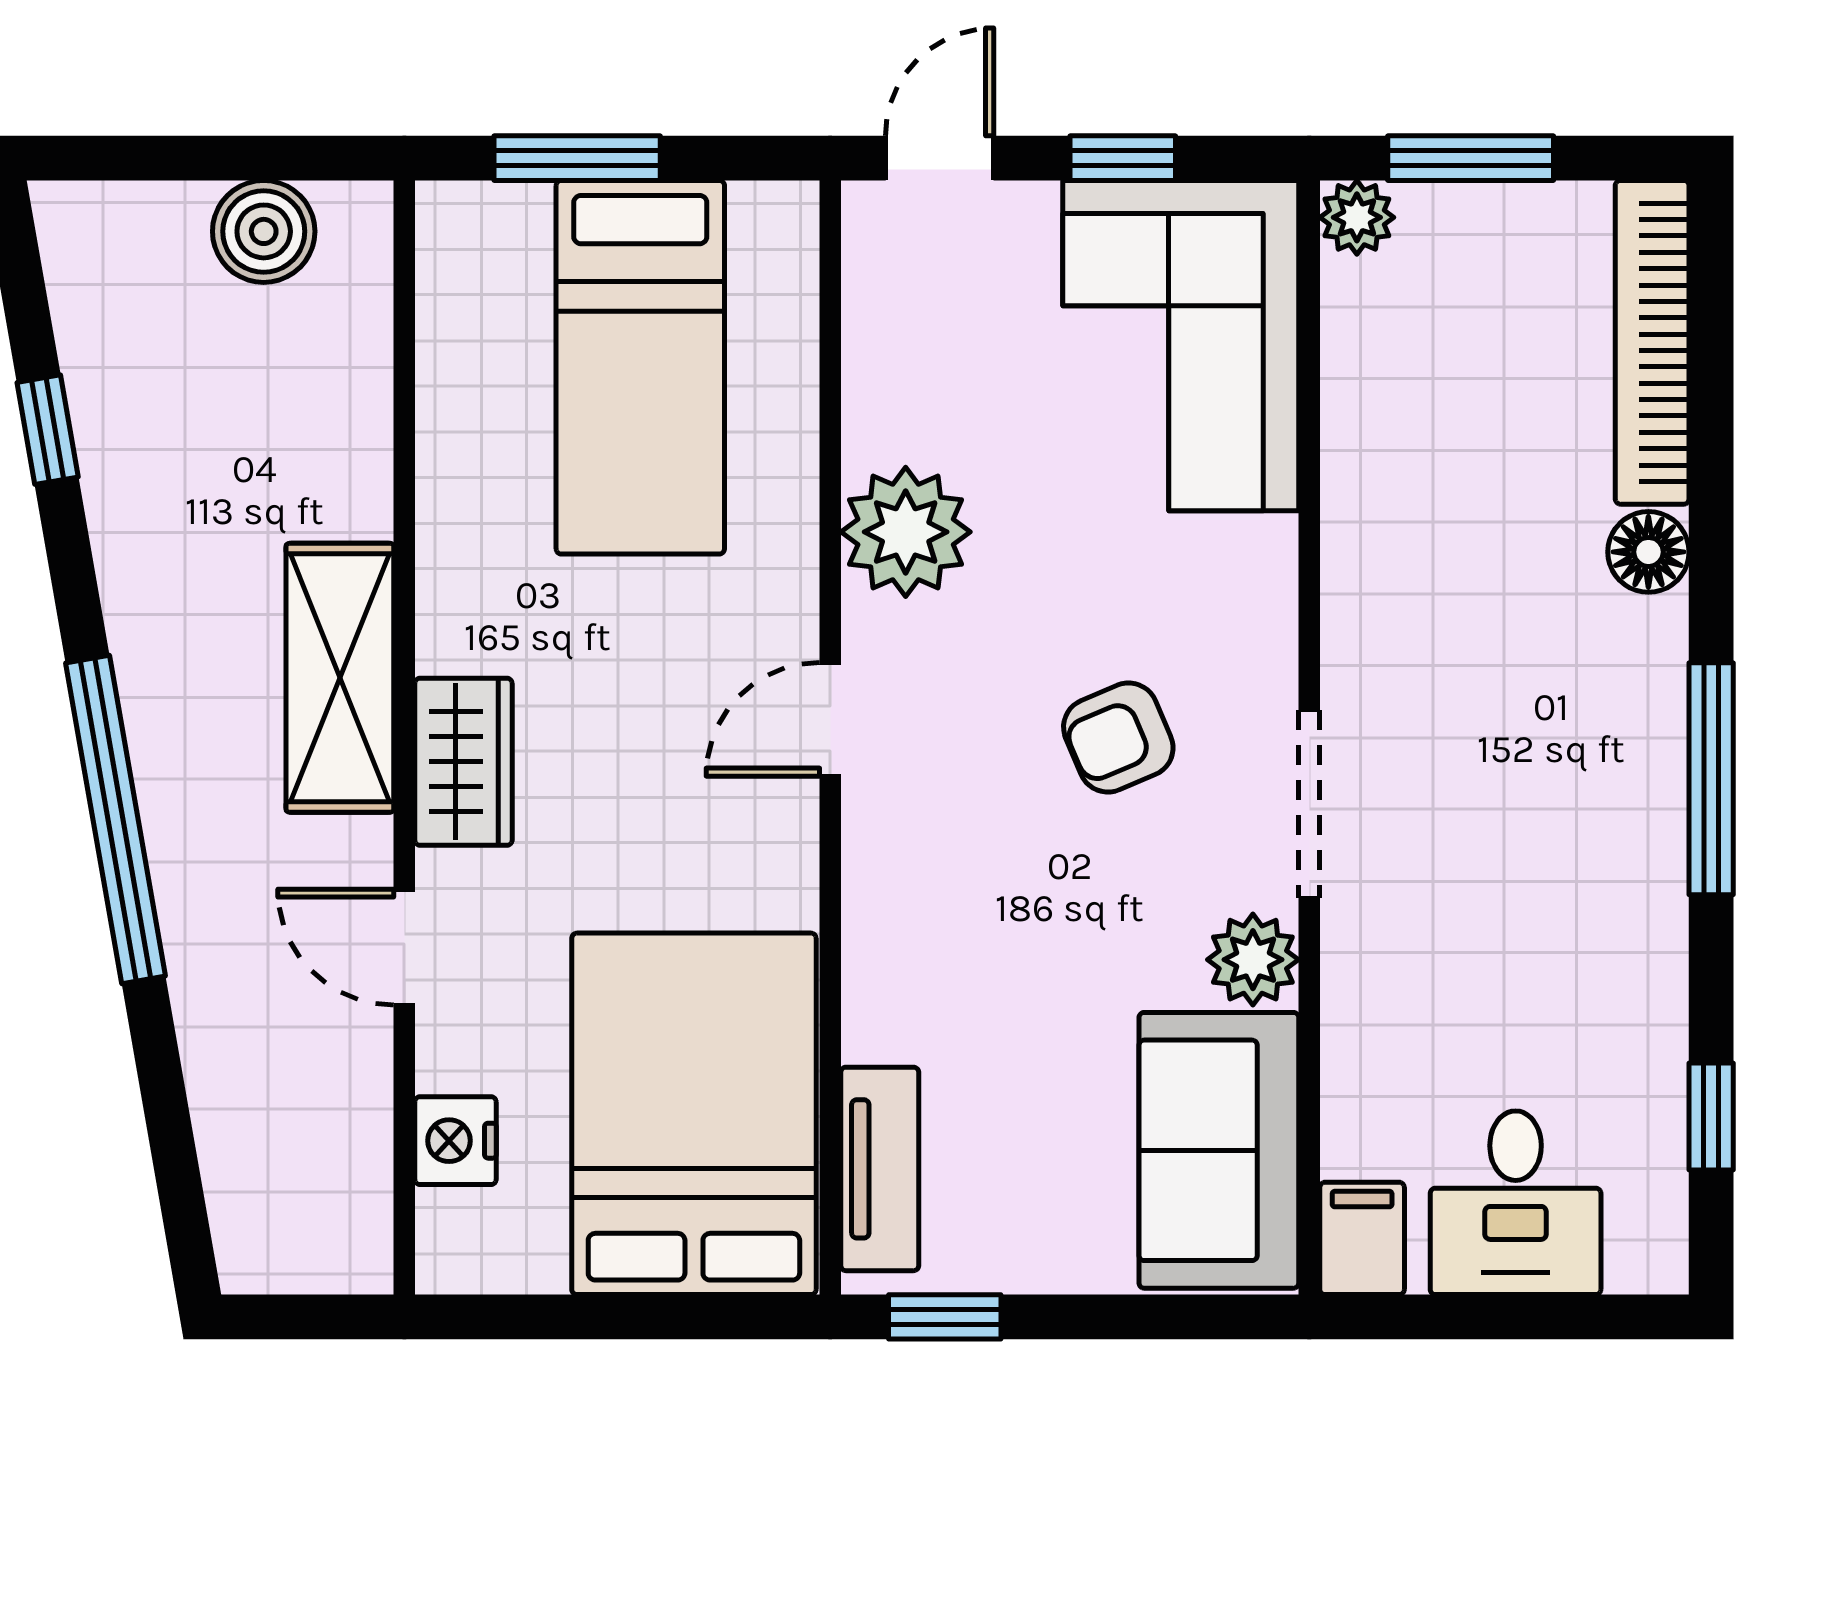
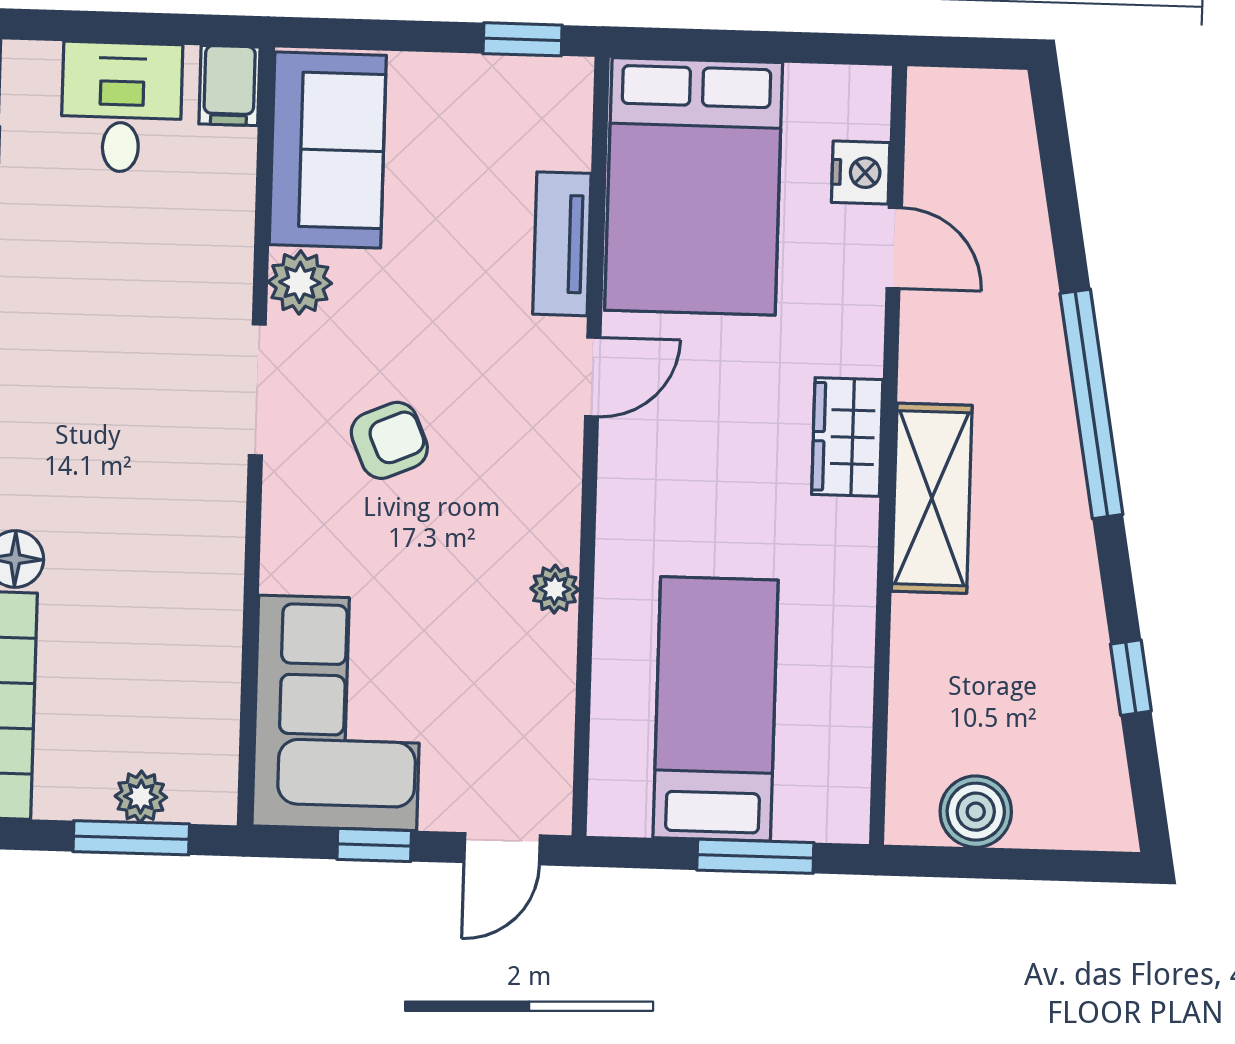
plant: (1357, 217) -> (141, 797), moved
plant: (906, 532) -> (555, 589), width x0.53, depth x0.53
door: (830, 719) -> (593, 377), moved
door: (404, 947) -> (894, 248), moved
tv unit: (880, 1169) -> (562, 244), moved

